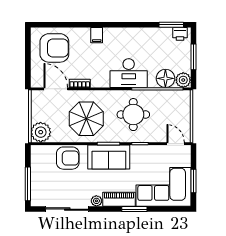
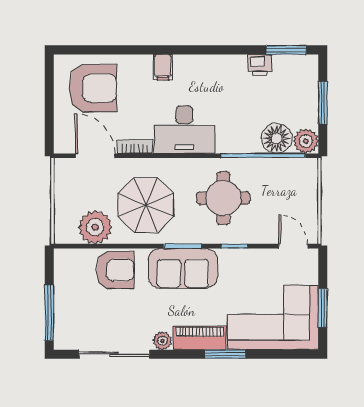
printer: (180, 34) -> (260, 65), moved
desk: (129, 73) -> (184, 130), moved
plant: (41, 132) -> (95, 227), moved

